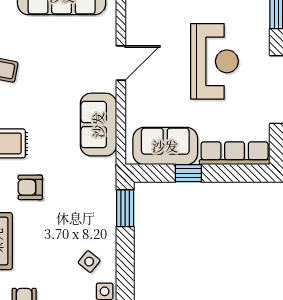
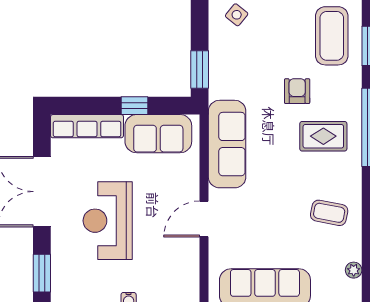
sofa: (98, 125) -> (227, 144), width x1.36
armchair: (30, 187) -> (297, 91), turned -90

